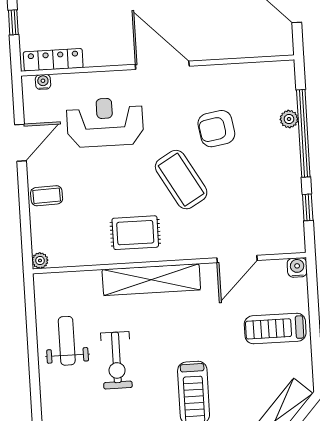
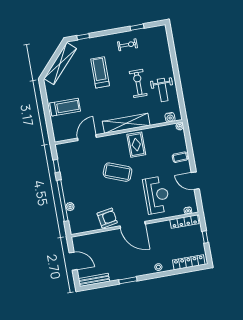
reception desk: (105, 122) -> (157, 195), turned -90
armchair: (216, 129) -> (107, 218), moved
door: (21, 143) -> (195, 181), hinge flipped
coffee table: (181, 180) -> (118, 172), turned -39
rug: (135, 233) -> (136, 145), turned 90
water cooler: (297, 267) -> (170, 117), moved

